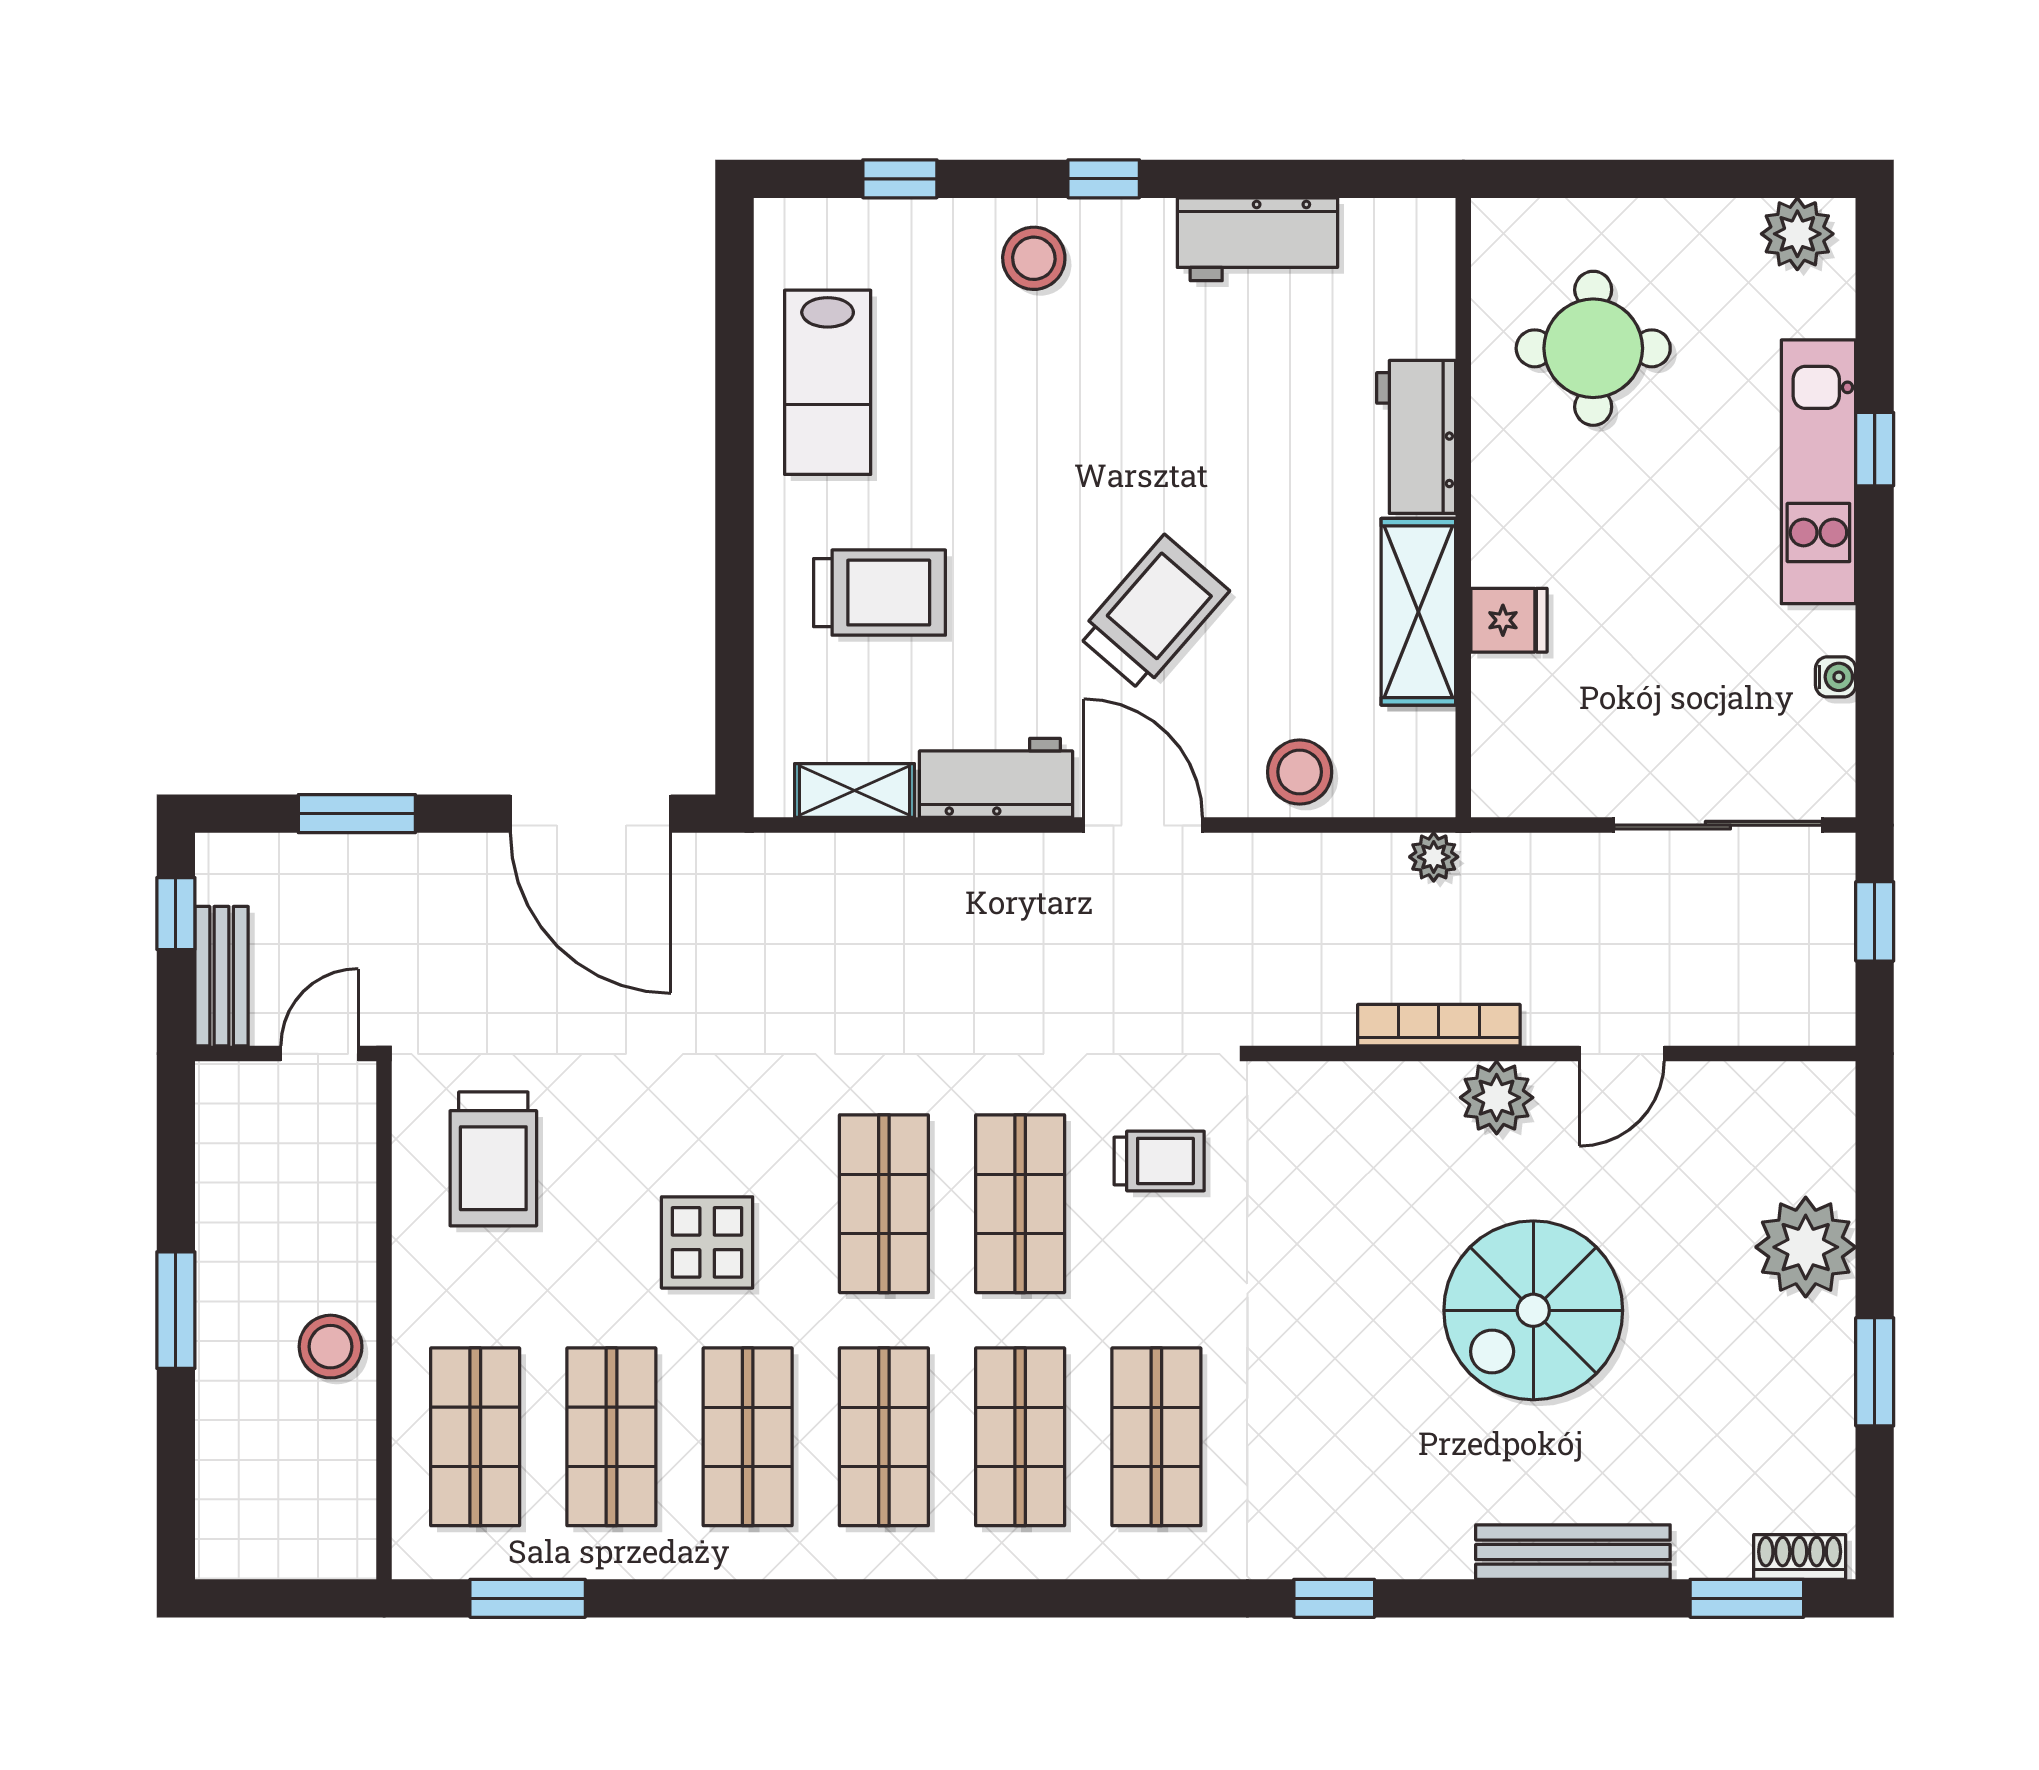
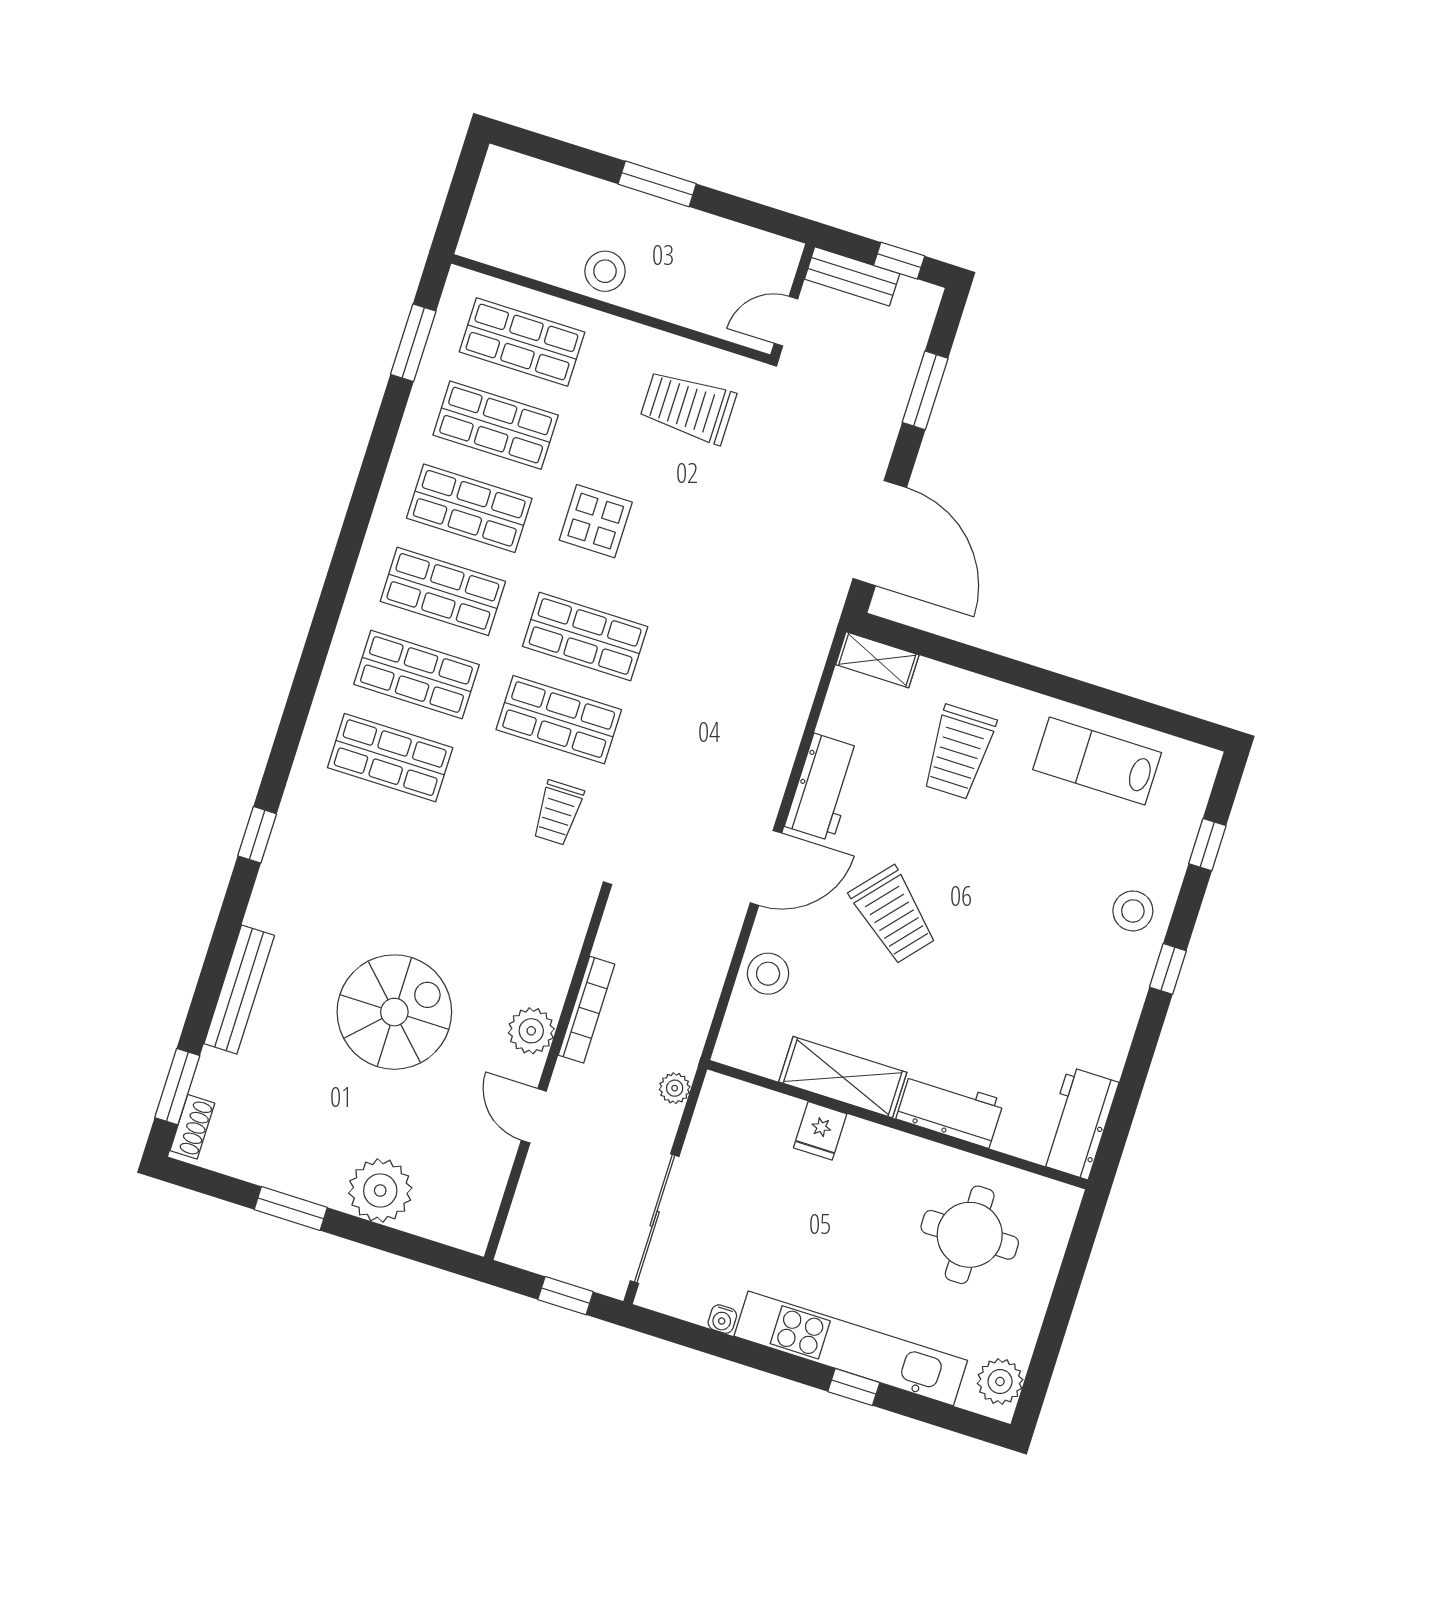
workbench: (1257, 239) -> (1078, 1123), moved
kitchen unit: (1818, 472) -> (851, 1348), width x1.36
shelving: (854, 791) -> (877, 660), moved, turned 90
door: (591, 814) -> (880, 533), swing flipped
plant: (1434, 857) -> (675, 1088), moved
door: (319, 1054) -> (786, 321), swing flipped
spiral stairs: (1533, 1310) -> (394, 1012), turned 90

